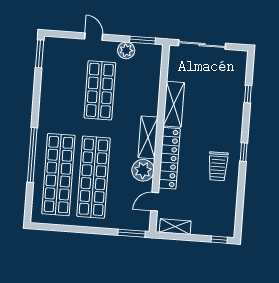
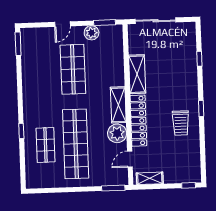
door: (94, 37) -> (62, 24), swing flipped
window: (32, 155) -> (21, 131), width x0.32
shop shelf: (58, 175) -> (45, 145), width x0.50, depth x0.74

